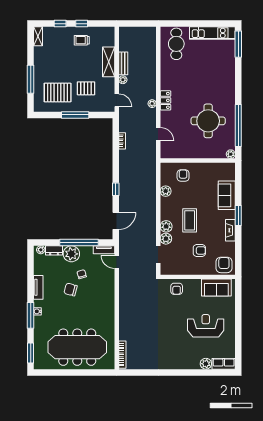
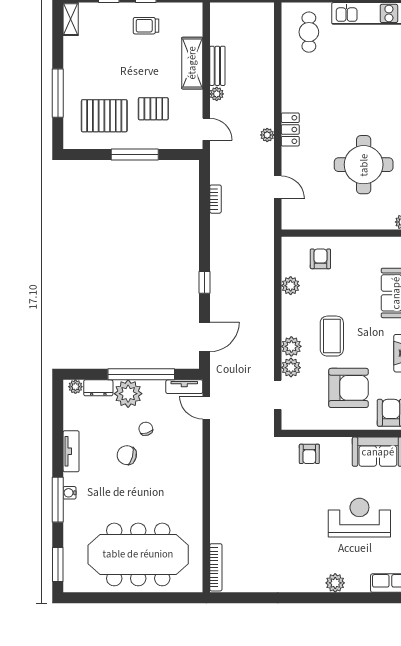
cafe table: (176, 44) -> (309, 32), width x0.73, depth x0.74
armchair: (199, 250) -> (349, 388), width x1.88, depth x1.88
plant: (206, 364) -> (335, 583), moved

